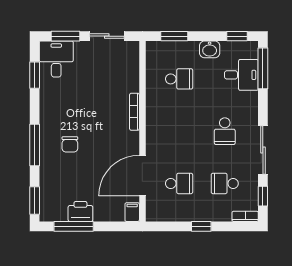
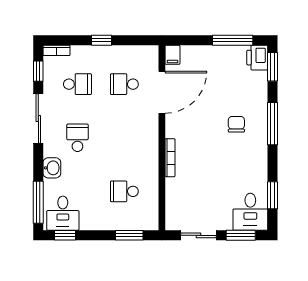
washbasin: (210, 49) -> (52, 168), moved, turned 90
desk: (241, 75) -> (63, 213), moved, turned -90
printer: (80, 211) -> (257, 58), moved, turned 90

